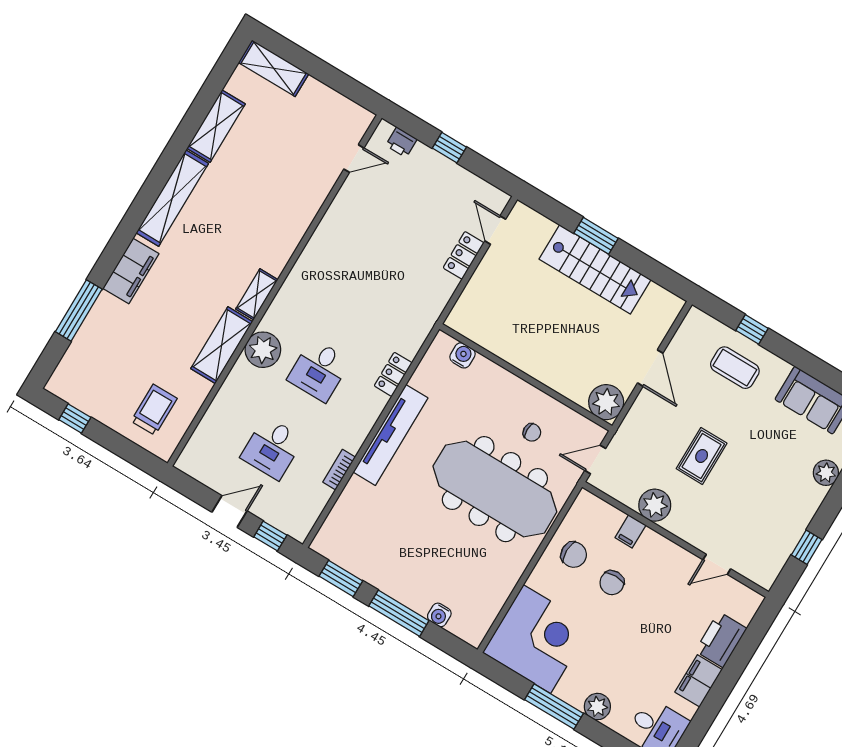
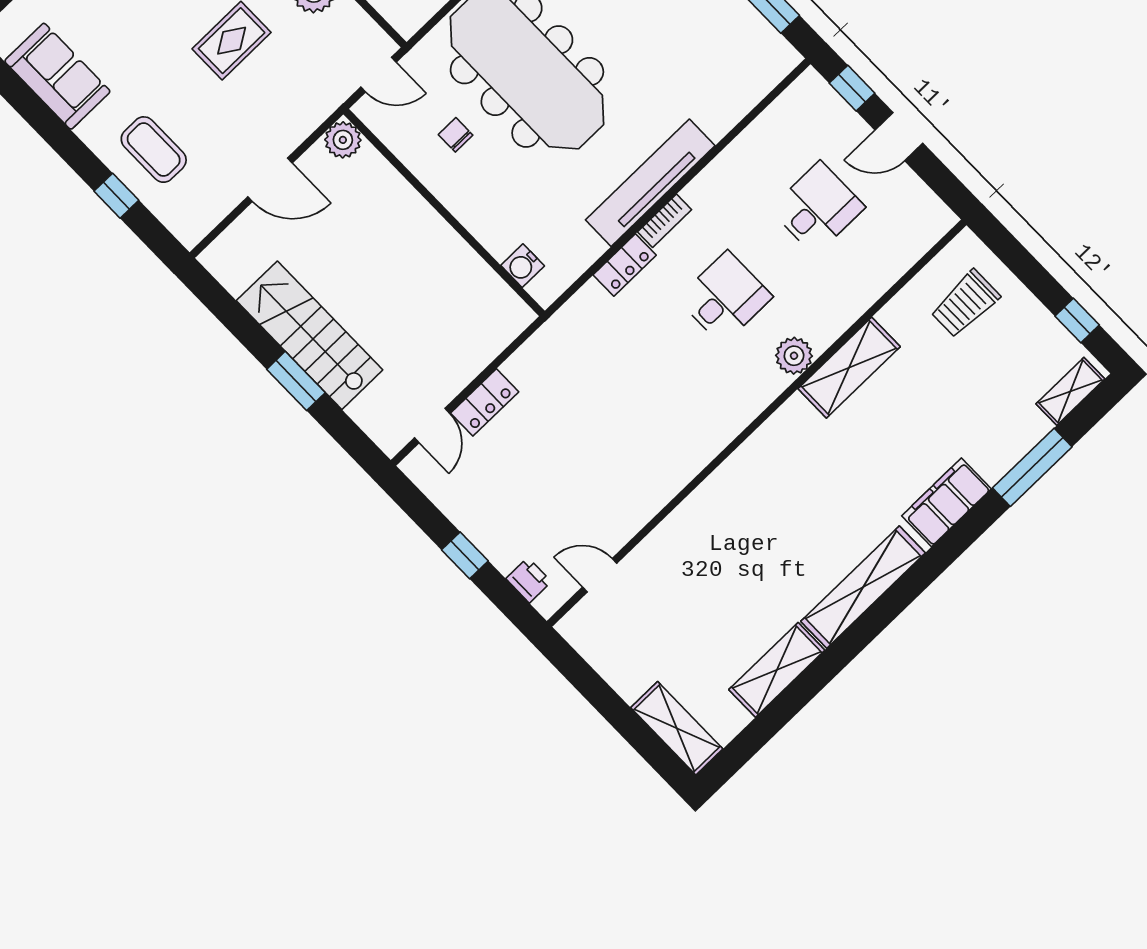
shelving: (257, 294) -> (1070, 391), moved
plant: (263, 350) -> (794, 356), width x0.73, depth x0.73
door: (650, 368) -> (270, 180), swing flipped
plant: (606, 402) -> (343, 140), width x0.73, depth x0.73
bookcase: (339, 470) -> (665, 221), moved

